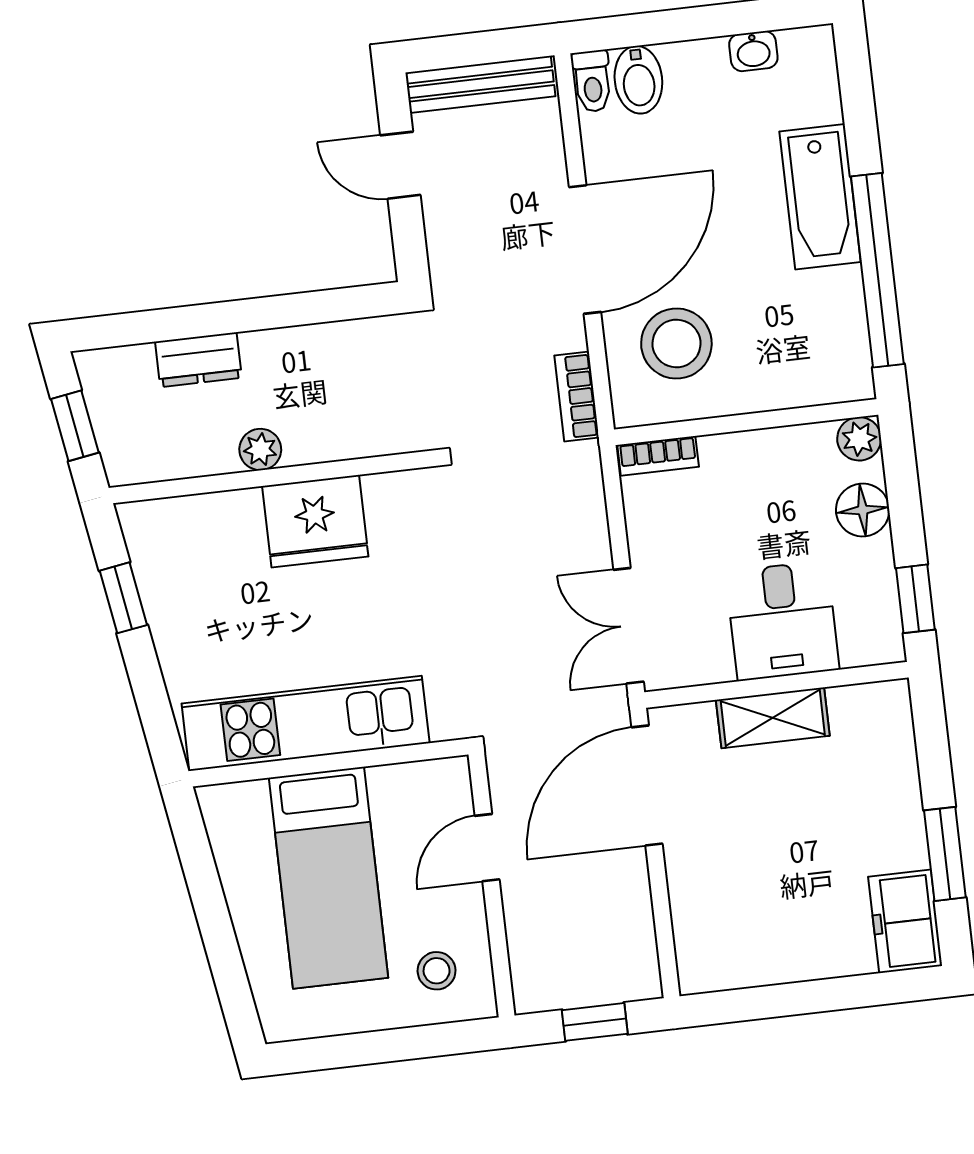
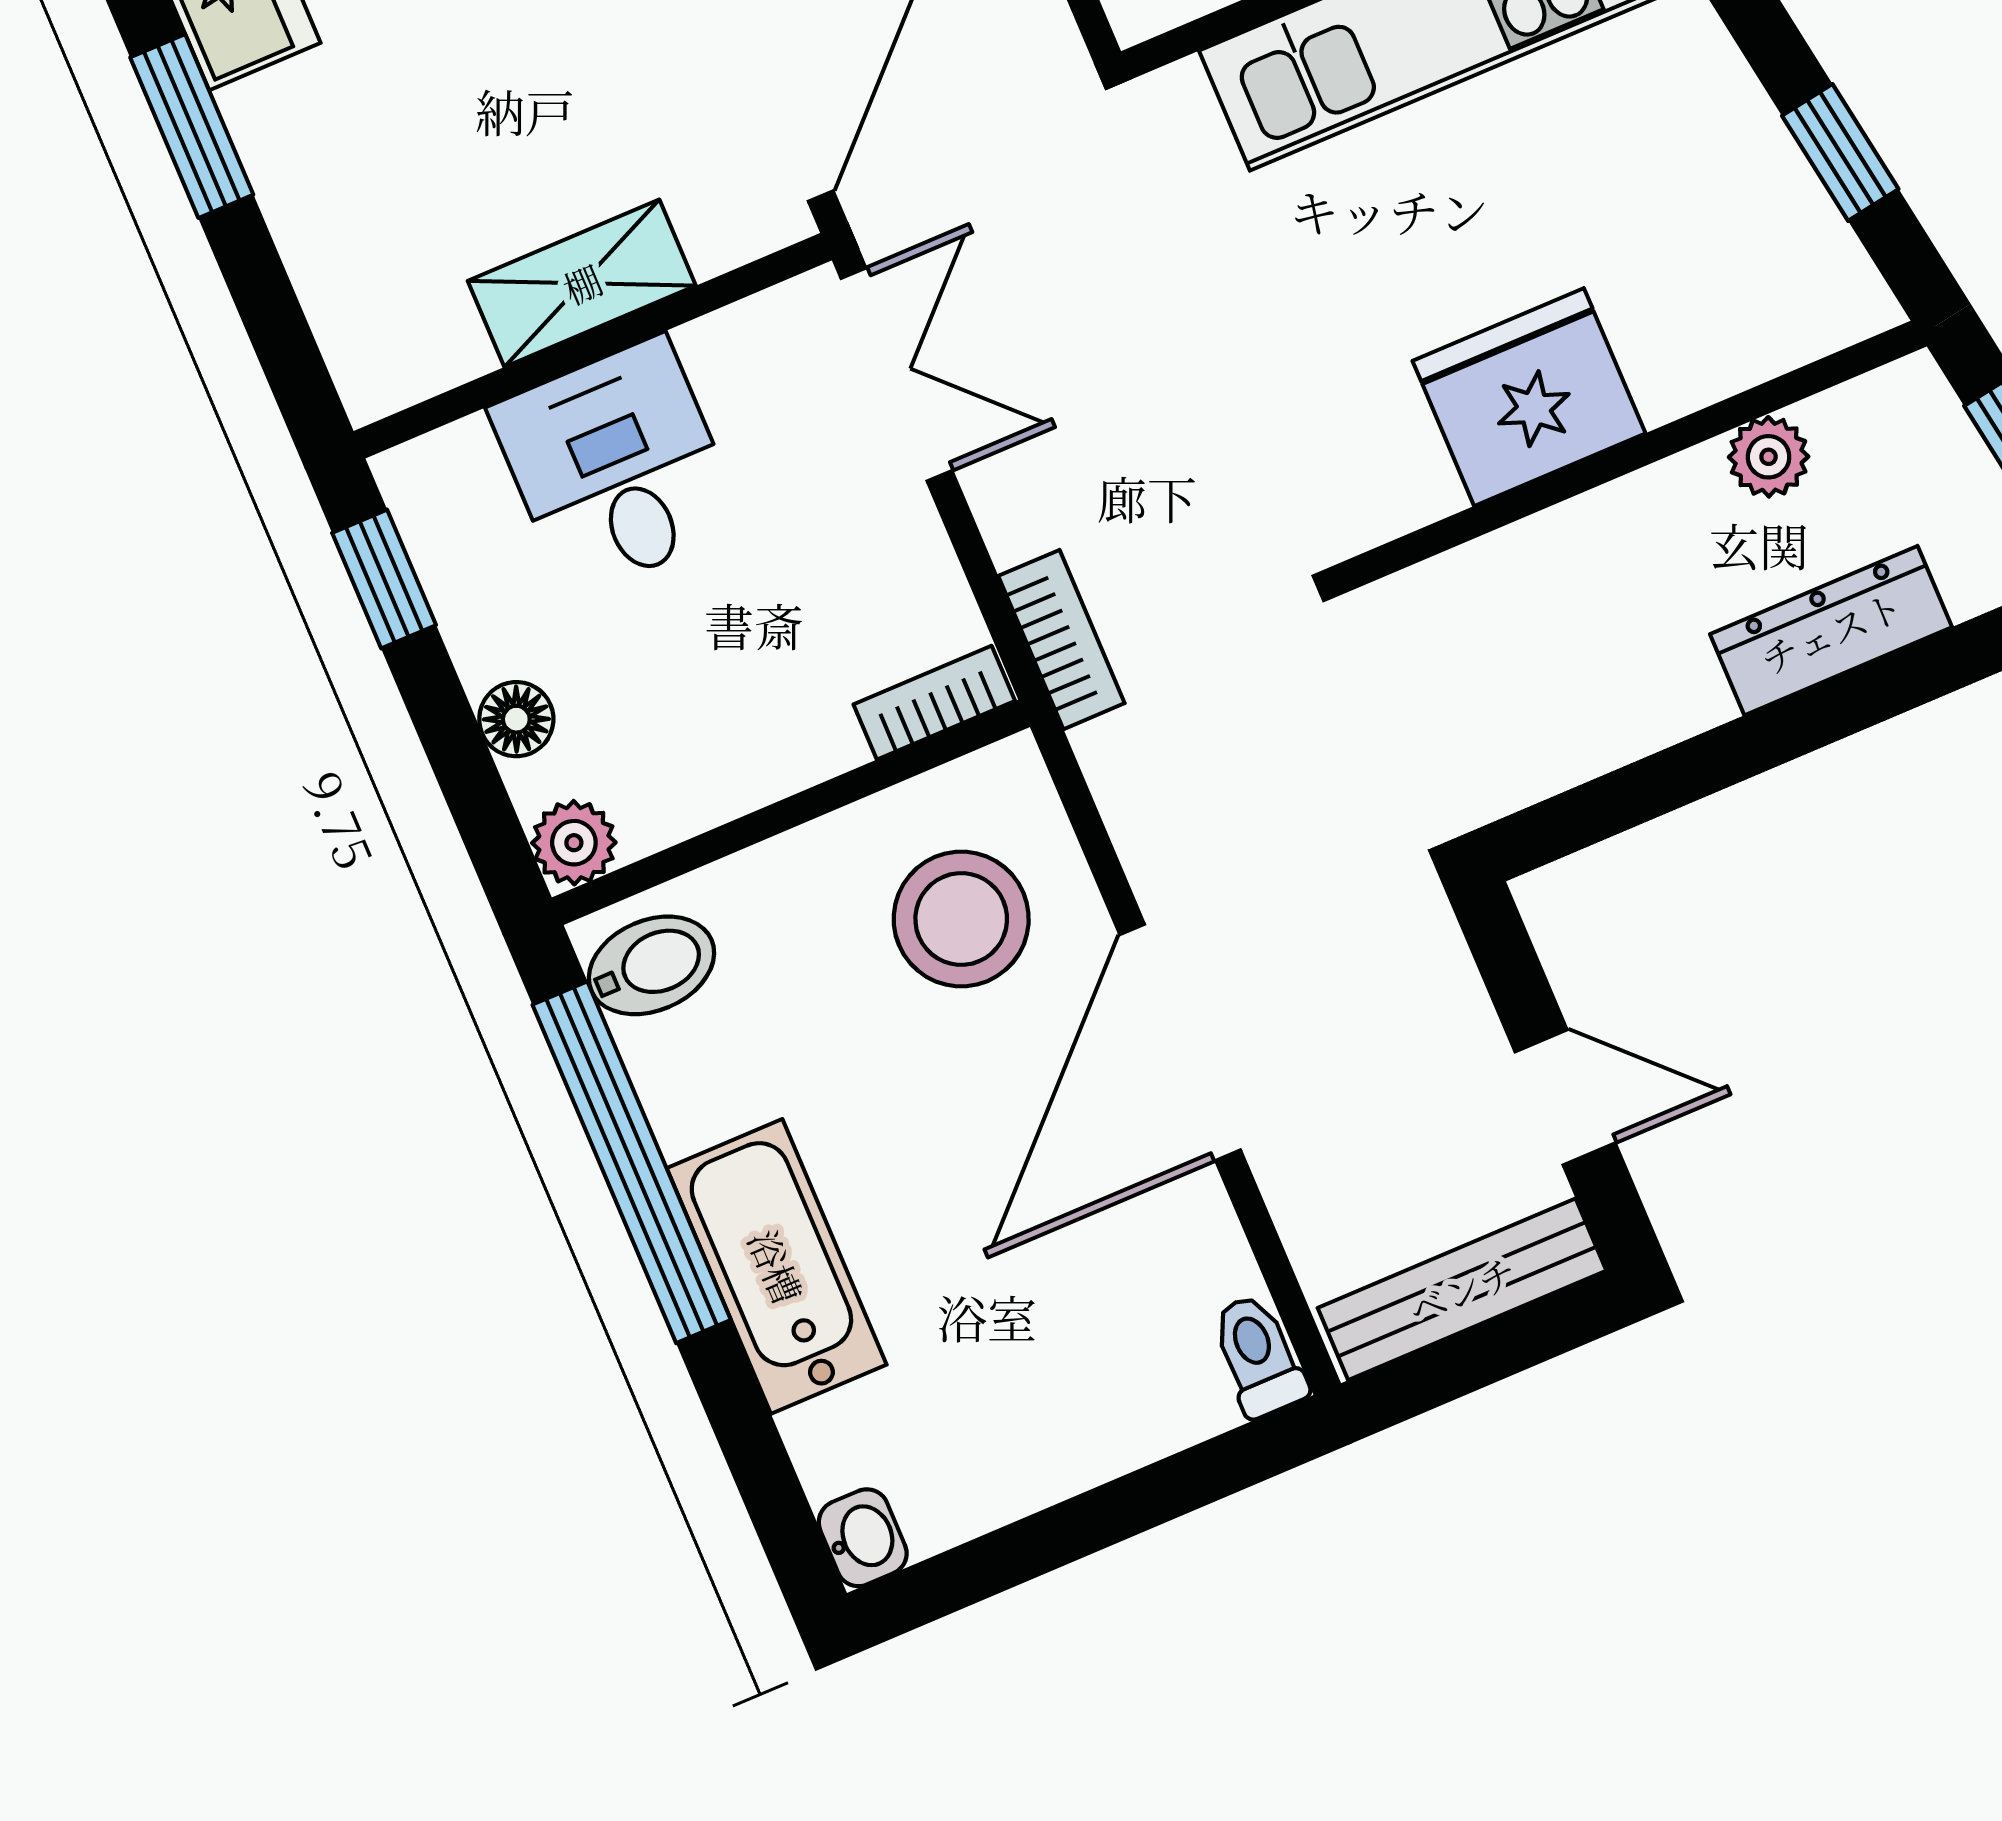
washbasin: (753, 51) -> (863, 1538), moved, turned 90
bidet: (638, 80) -> (651, 965), moved, turned 90
dresser: (198, 360) -> (1831, 631), width x1.44
bookcase: (577, 396) -> (1061, 640), moved
plant: (260, 449) -> (1769, 457), moved
floor lamp: (863, 510) -> (516, 719), width x0.73, depth x0.73

